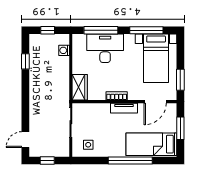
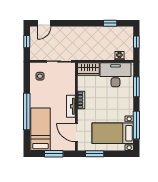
window: (101, 30) -> (136, 87), width x0.69
desk: (105, 48) -> (115, 75), moved, turned -90
door: (25, 140) -> (44, 23), swing flipped

